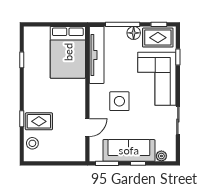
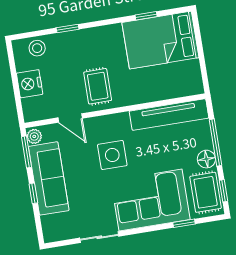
bed: (68, 52) -> (160, 40), moved
rug: (39, 121) -> (98, 86), moved
nightstand: (57, 153) -> (30, 84), added
plant: (161, 156) -> (34, 136), moved

